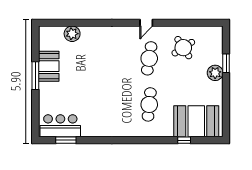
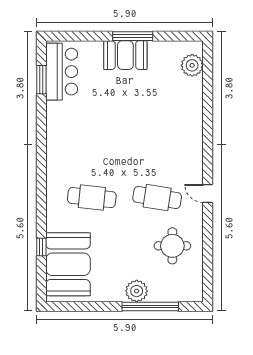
plant: (72, 34) -> (192, 65), moved
round table: (183, 48) -> (172, 246), turned 33
window: (226, 63) -> (150, 307), width x2.11
booth: (49, 66) -> (125, 55), moved

